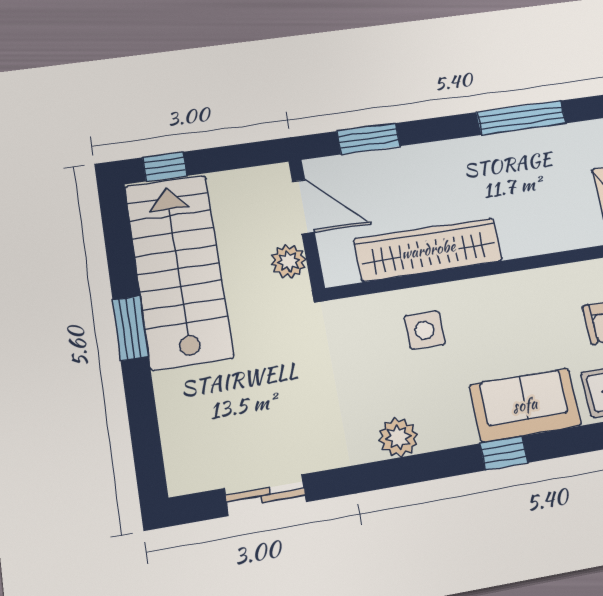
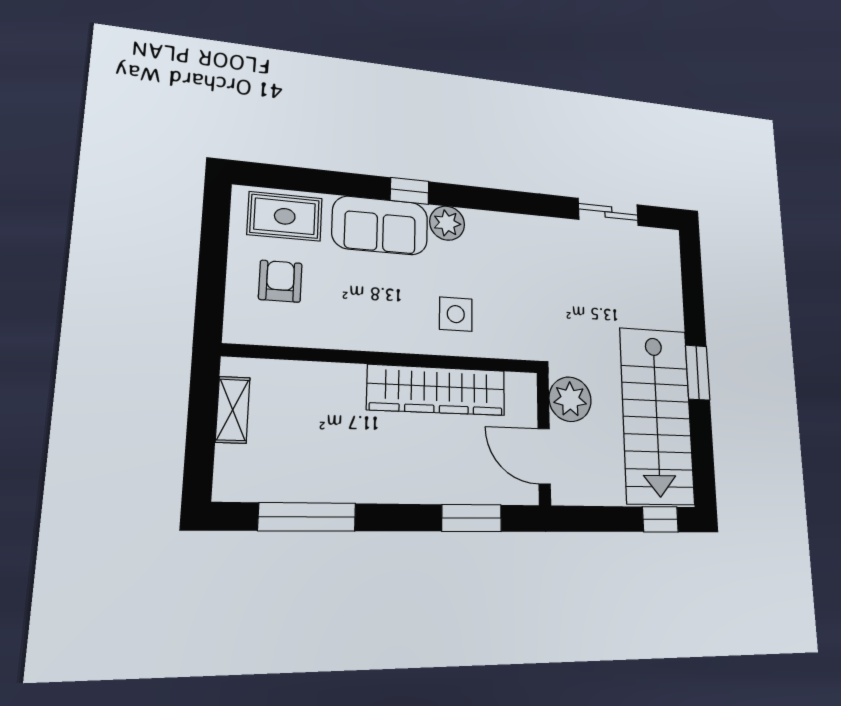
plant: (288, 261) -> (570, 399), width x1.36, depth x1.36
plant: (398, 437) -> (447, 223), moved

